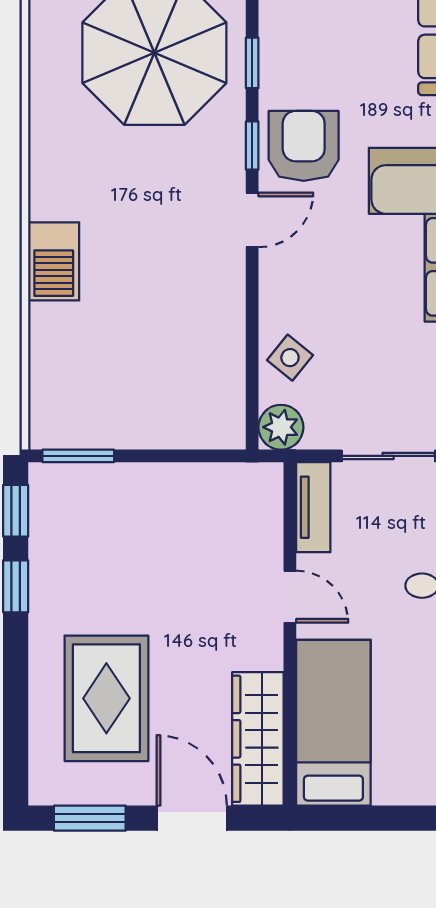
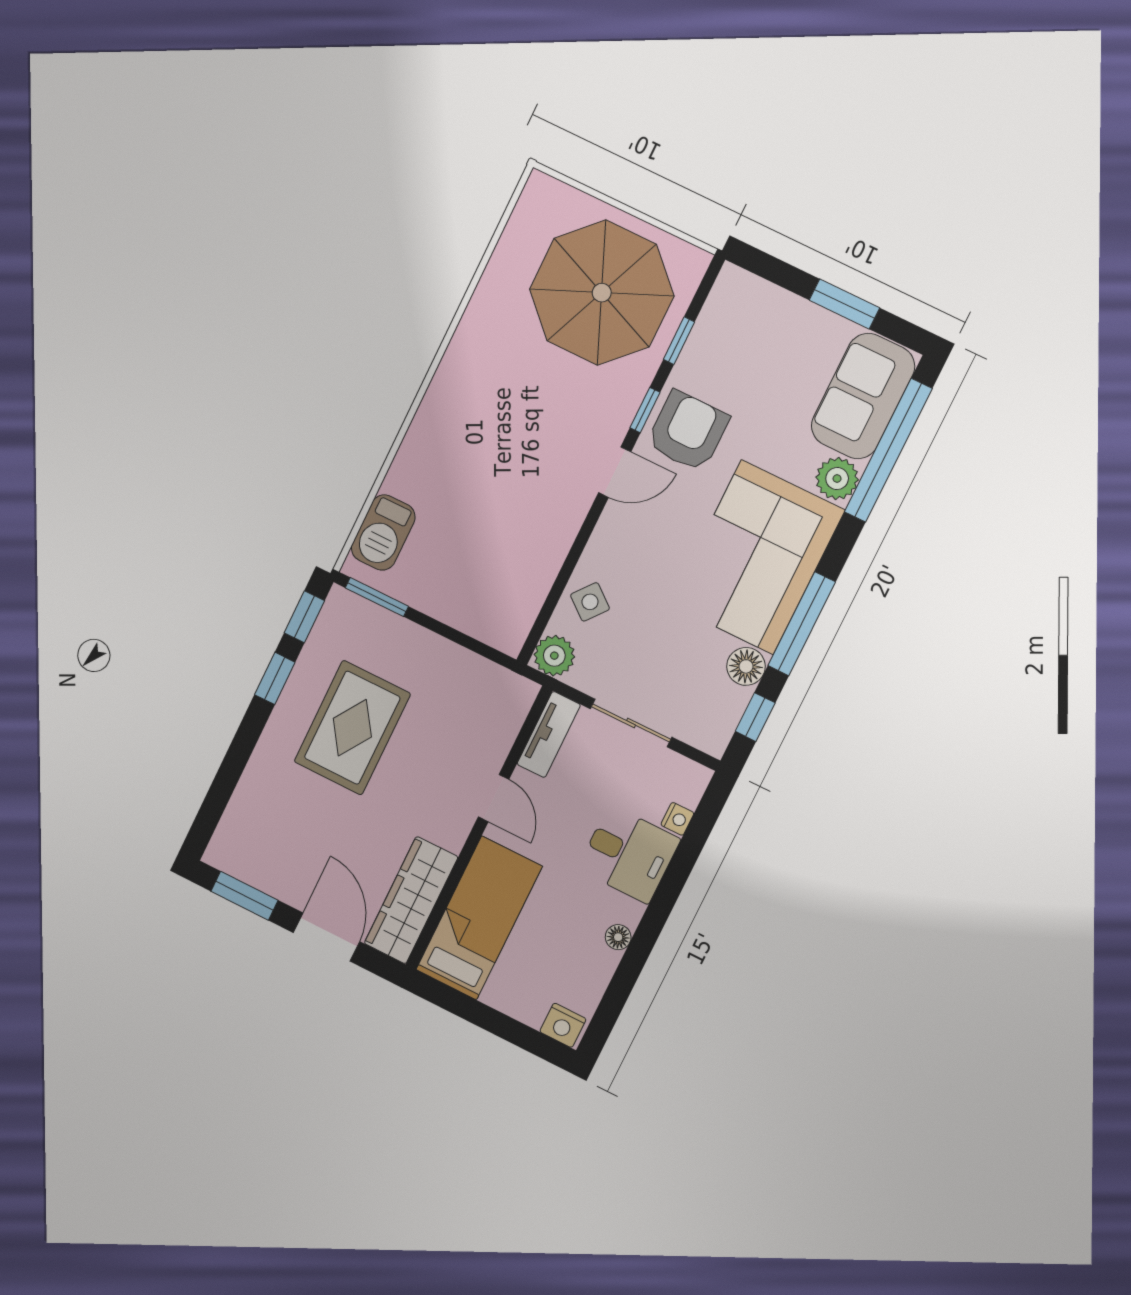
barbecue: (54, 261) -> (383, 533), moved
rug: (106, 698) -> (352, 728), moved

